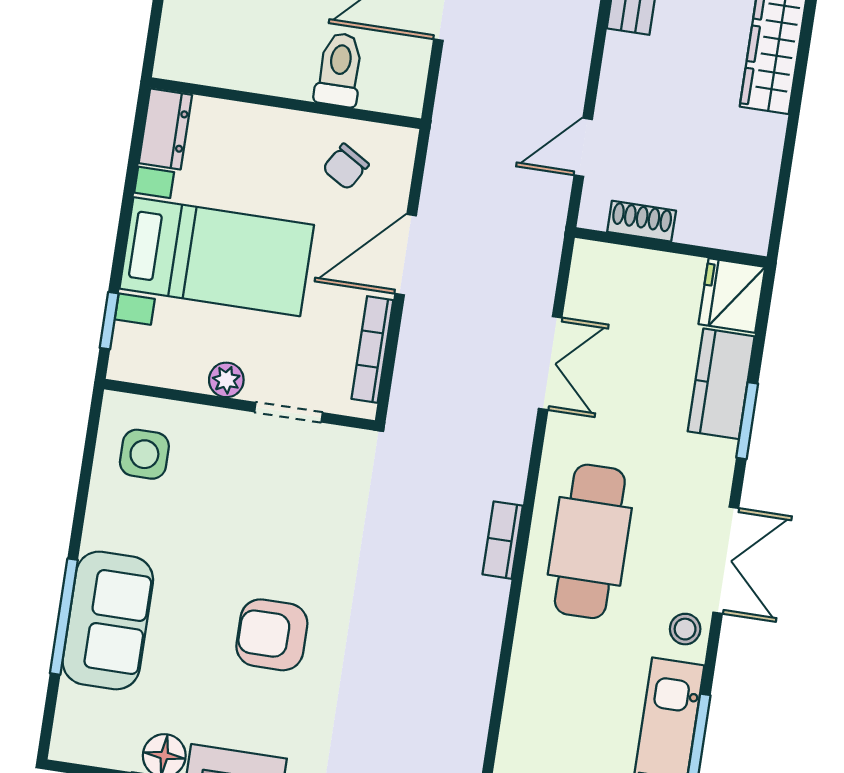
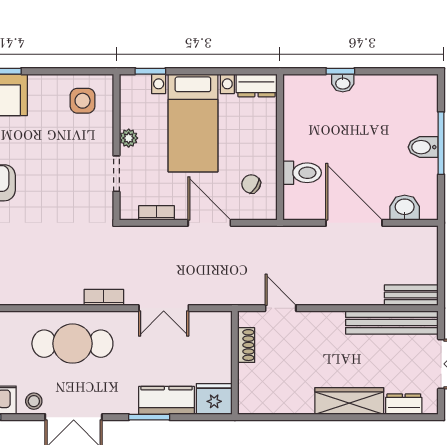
bookcase: (372, 349) -> (157, 213), width x0.64
bookcase: (503, 540) -> (104, 297), moved

